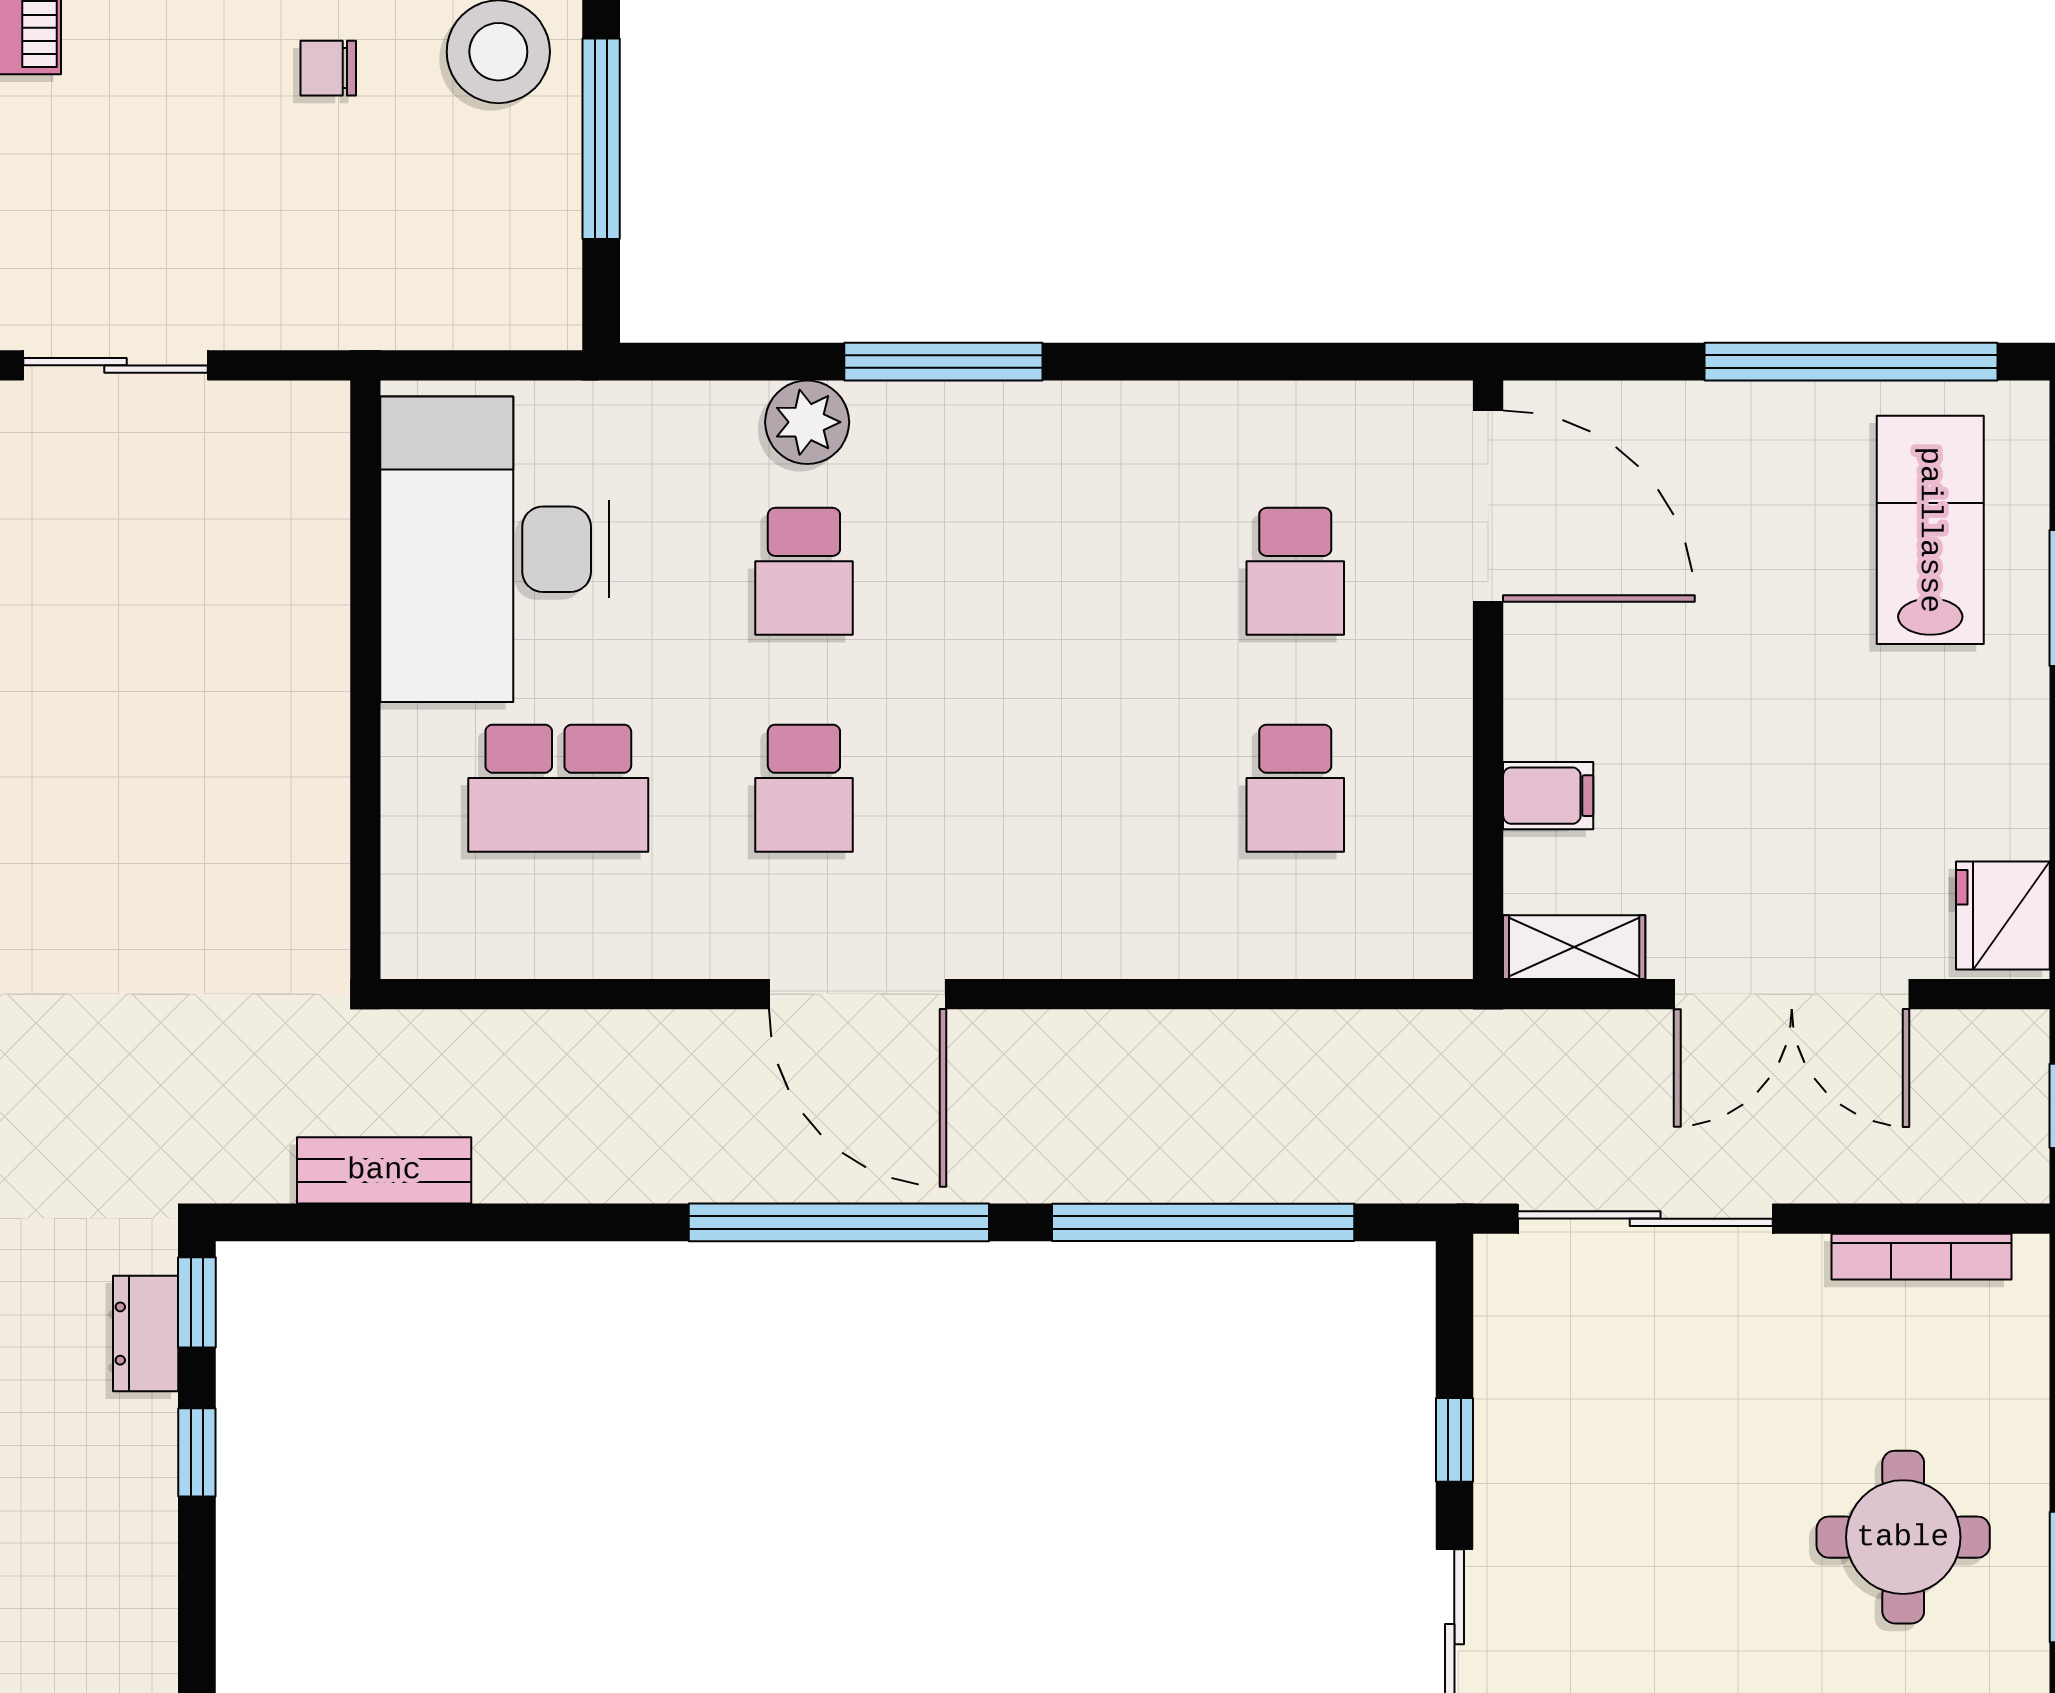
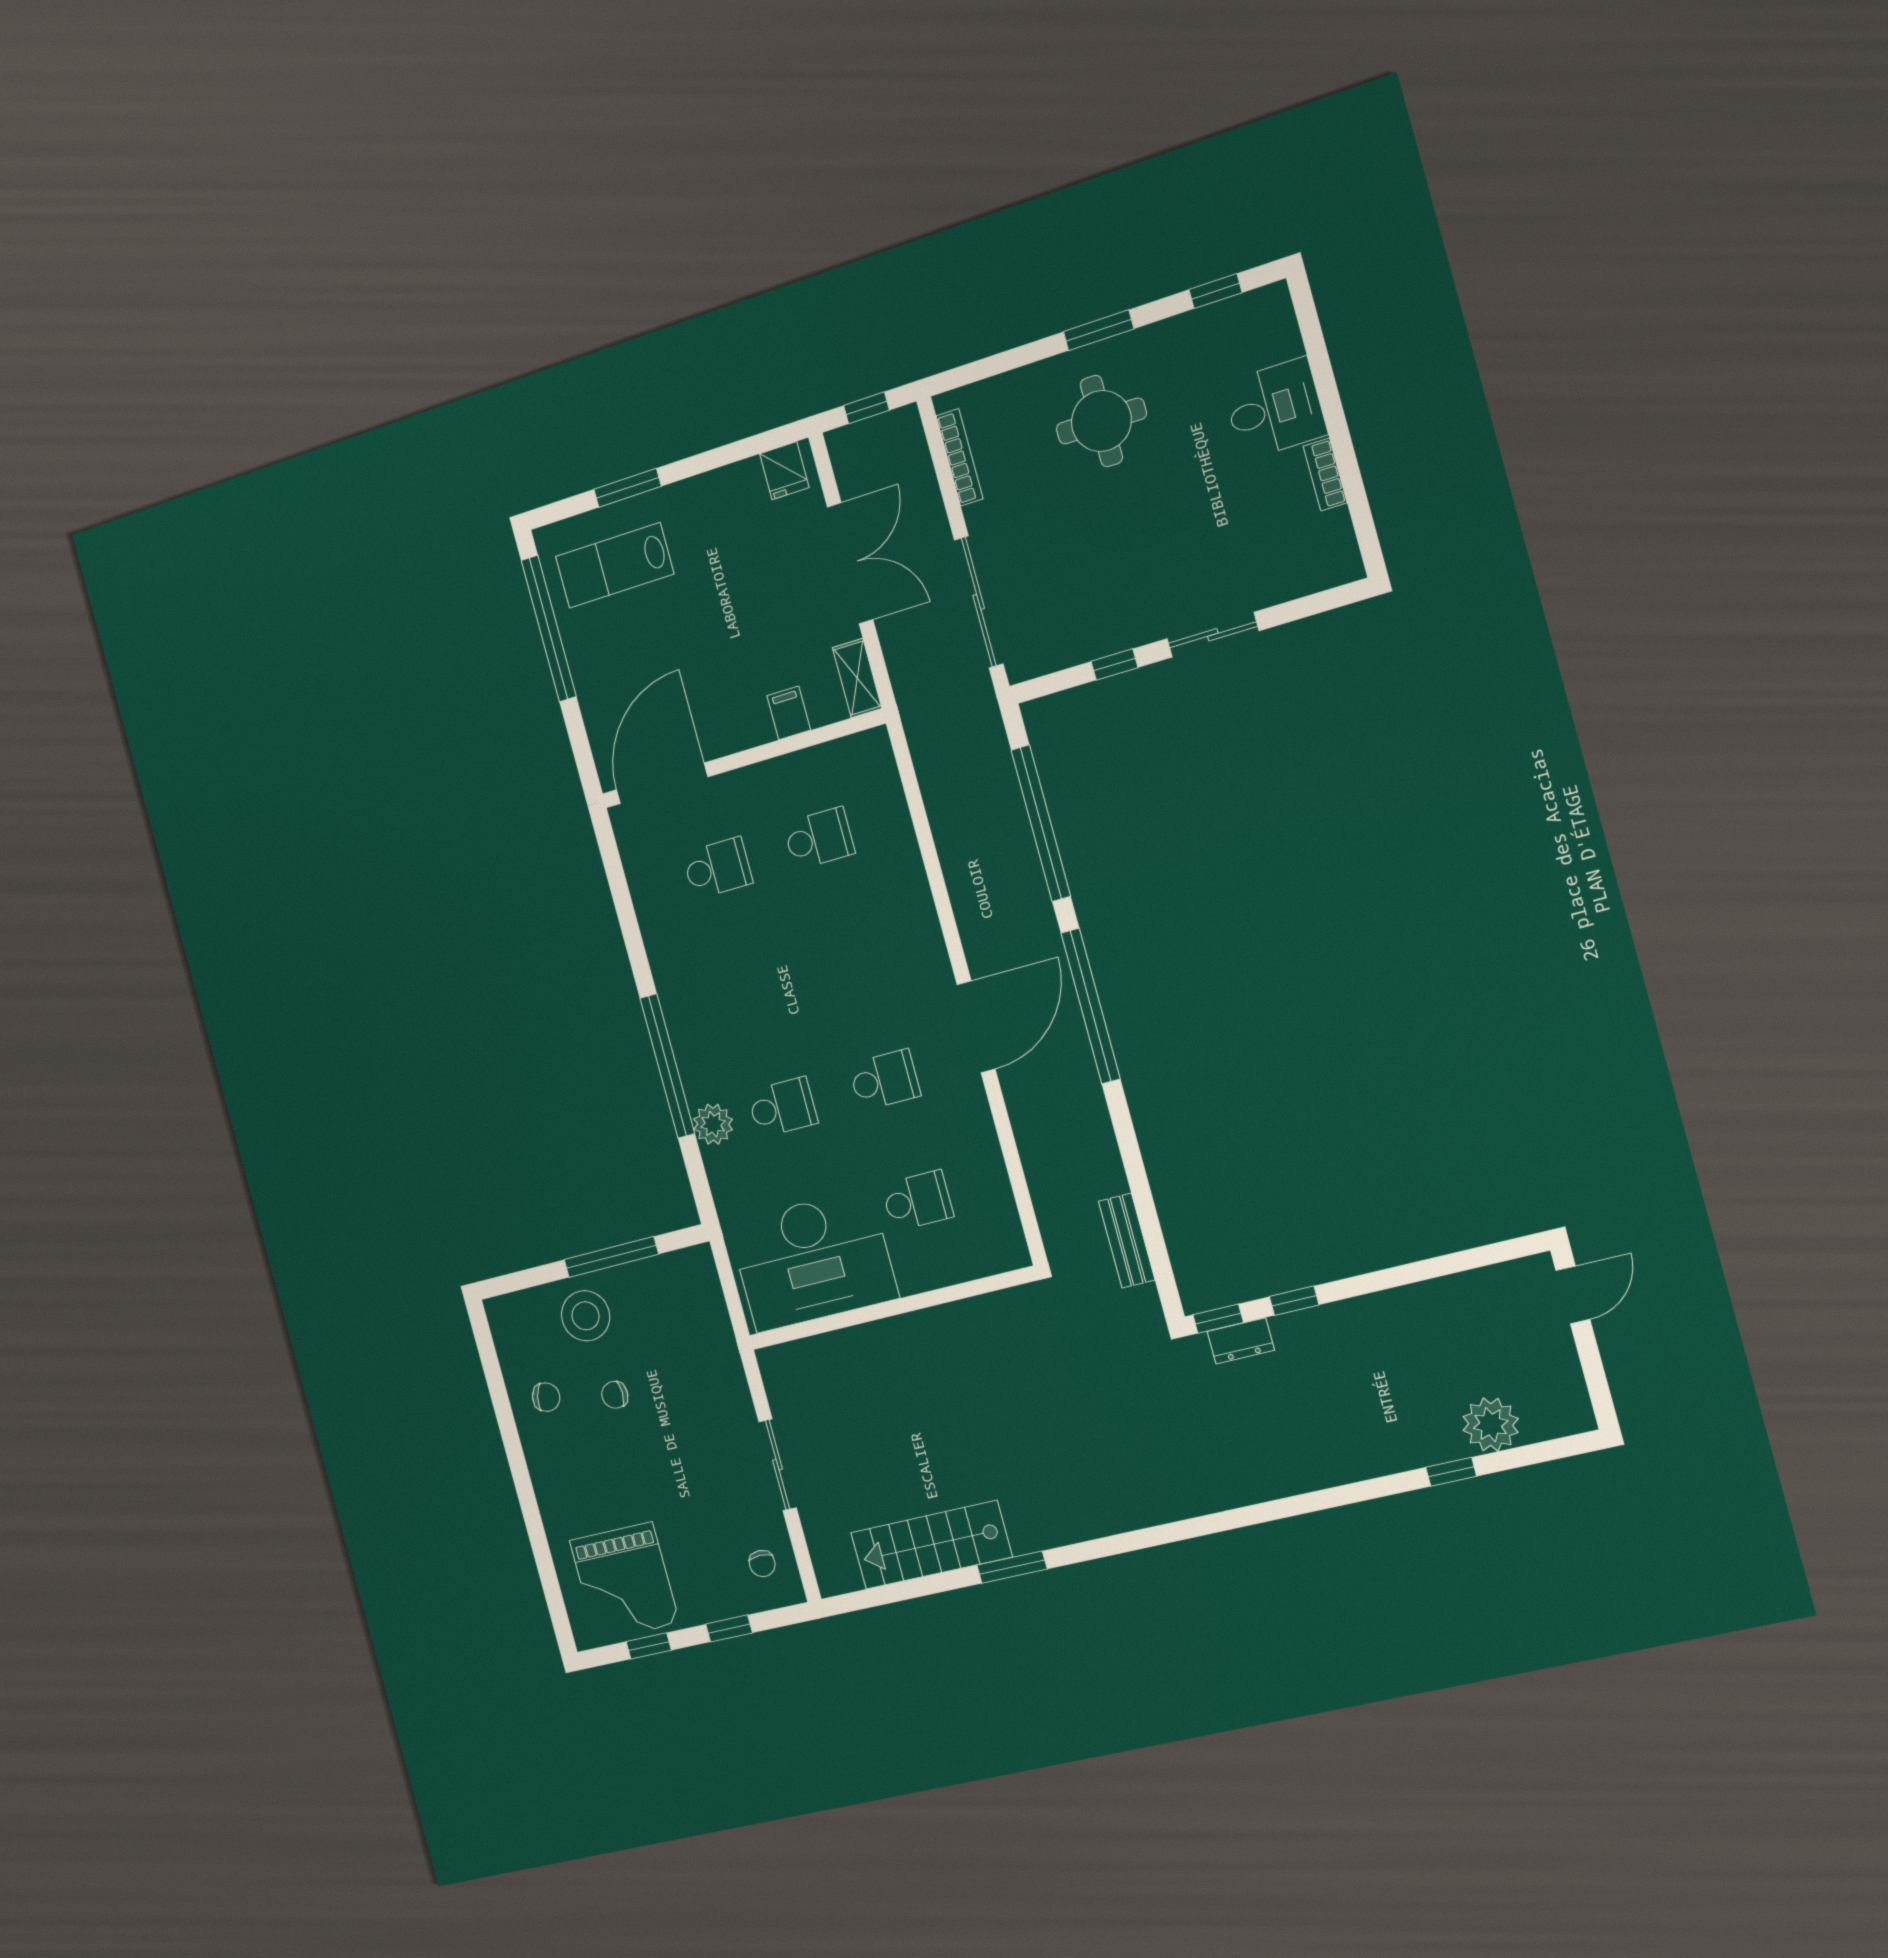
chair: (328, 68) -> (615, 1395), turned 90
window: (943, 362) -> (667, 1066), width x1.46
school desk: (558, 788) -> (917, 1201), width x0.54
fridge: (2003, 915) -> (784, 471), width x0.72

